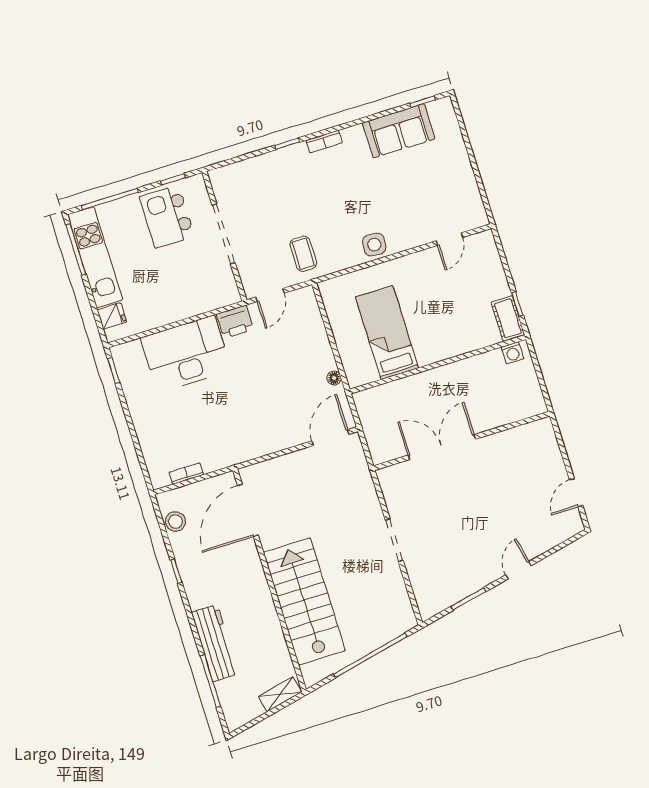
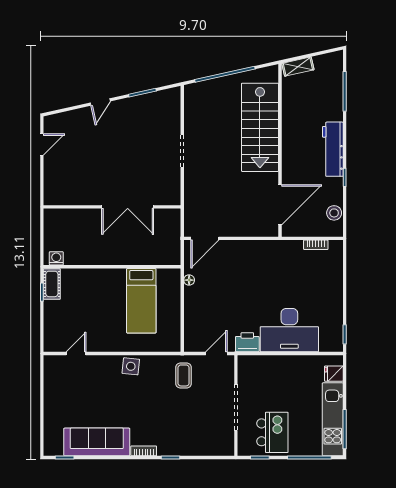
sofa: (399, 131) -> (97, 442), width x1.36
workbench: (215, 643) -> (333, 149), moved

